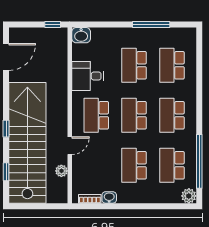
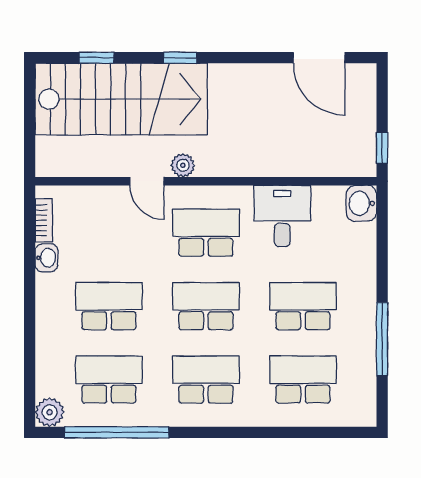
stairs: (27, 143) -> (121, 99), width x0.73
plant: (61, 171) -> (183, 165), moved

